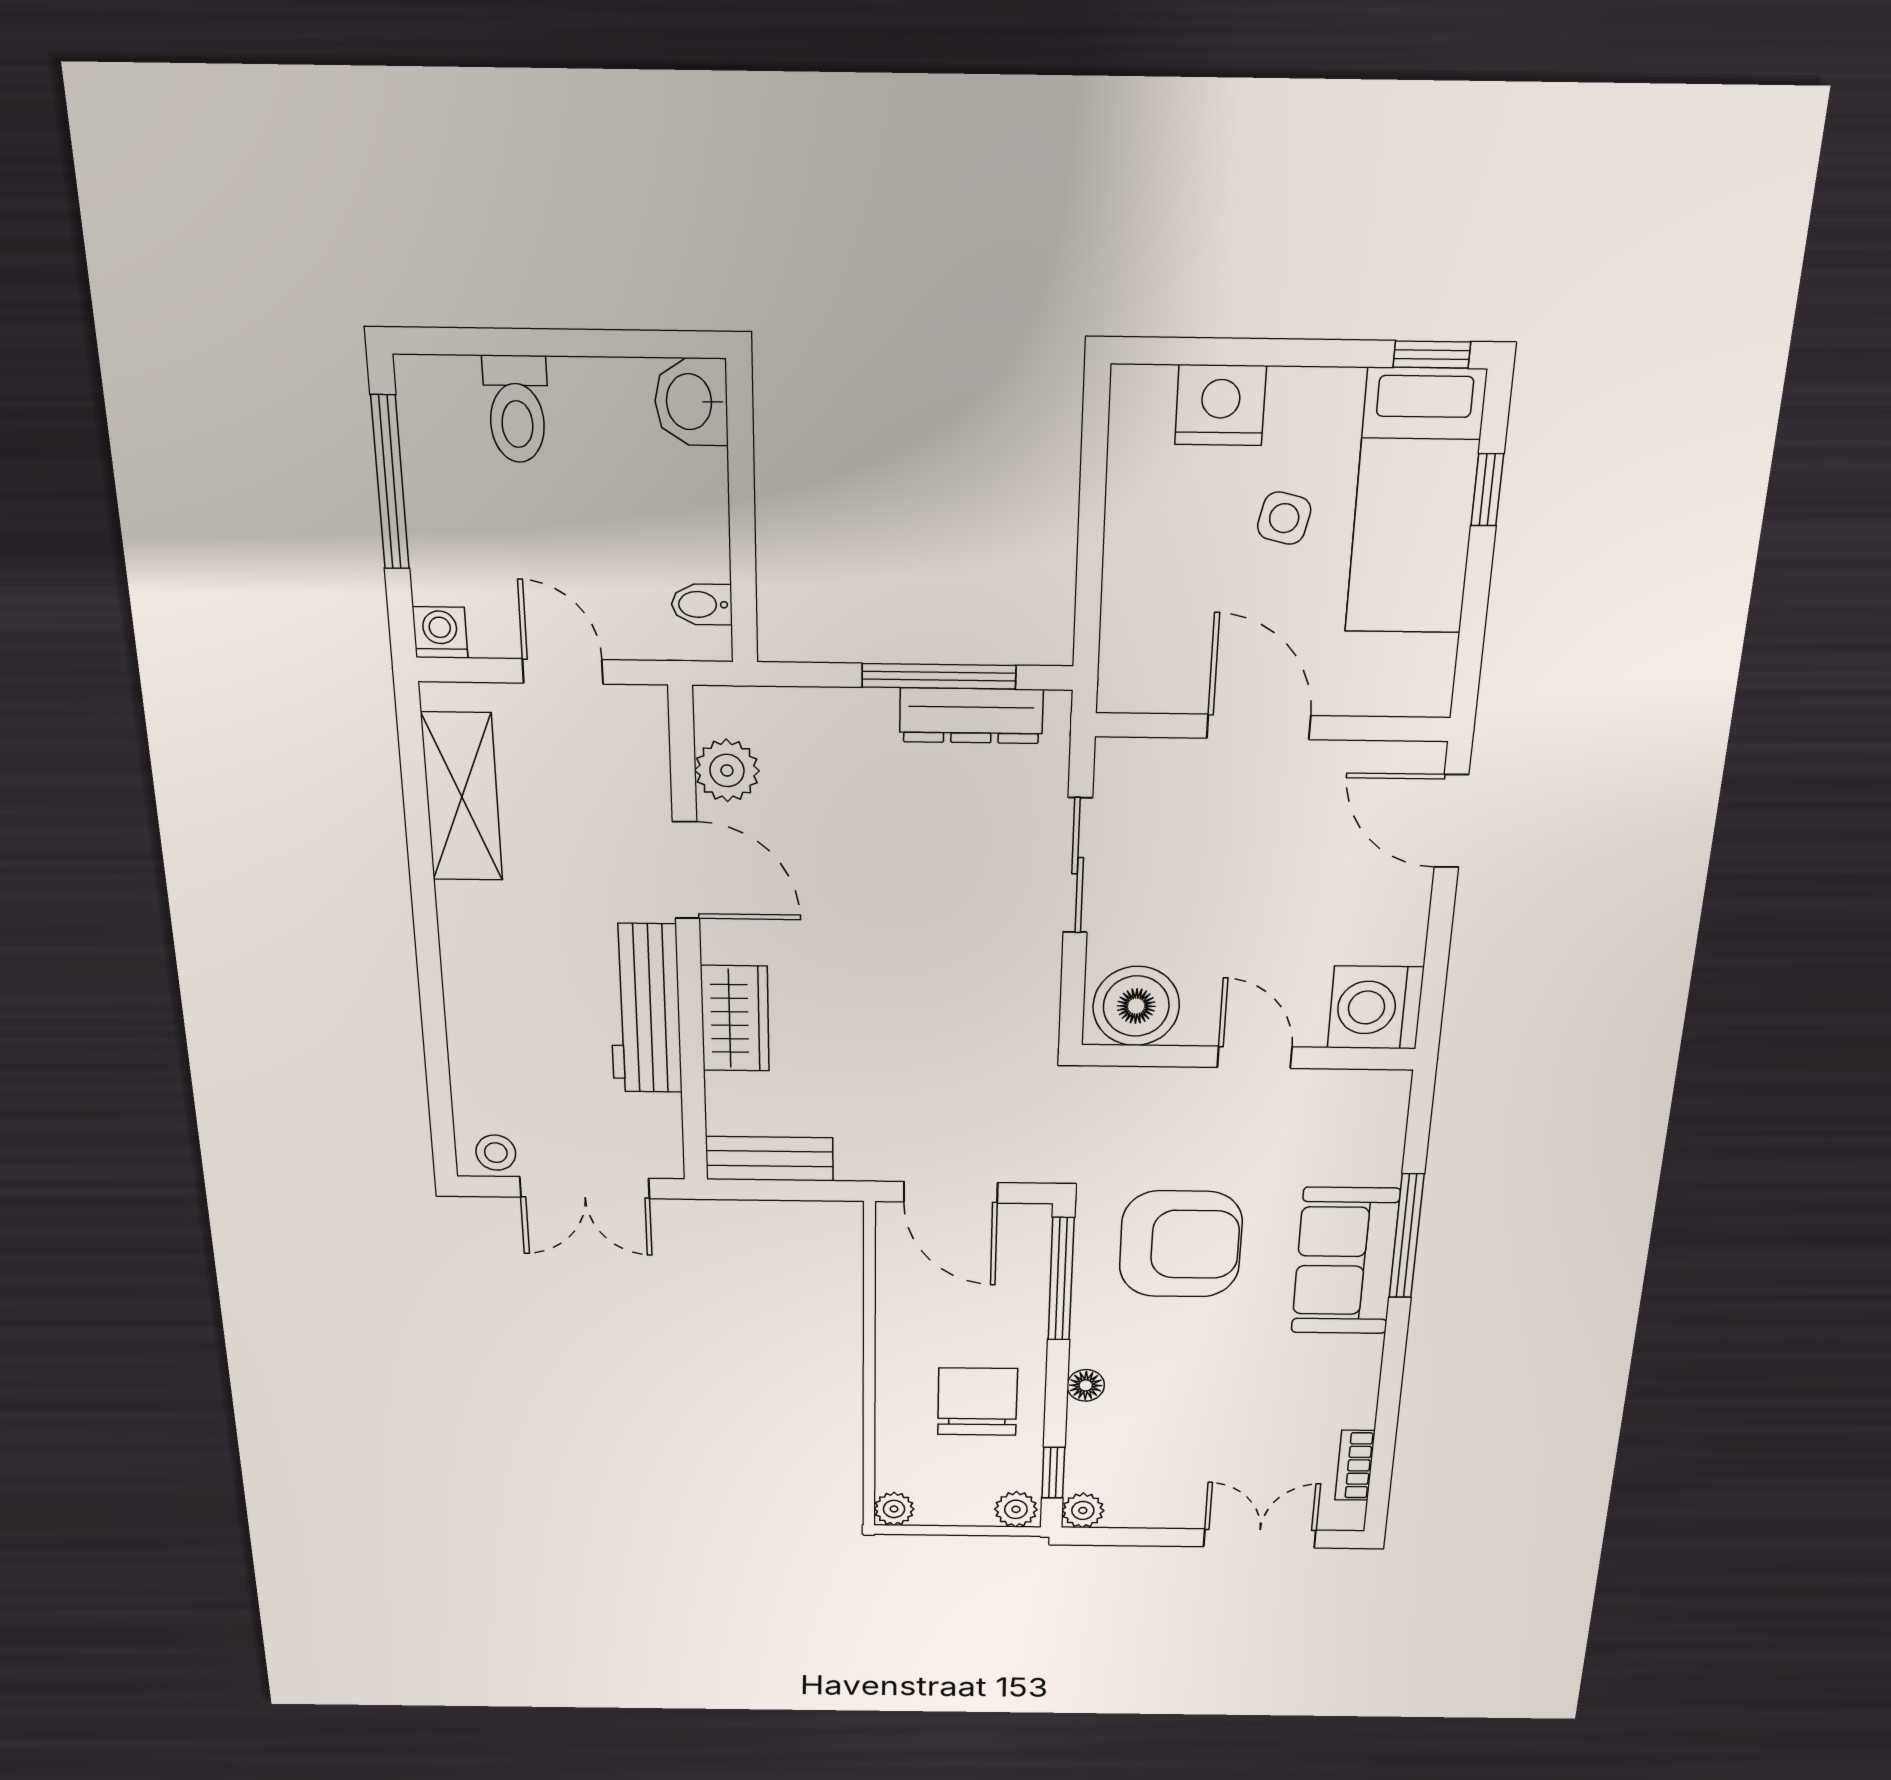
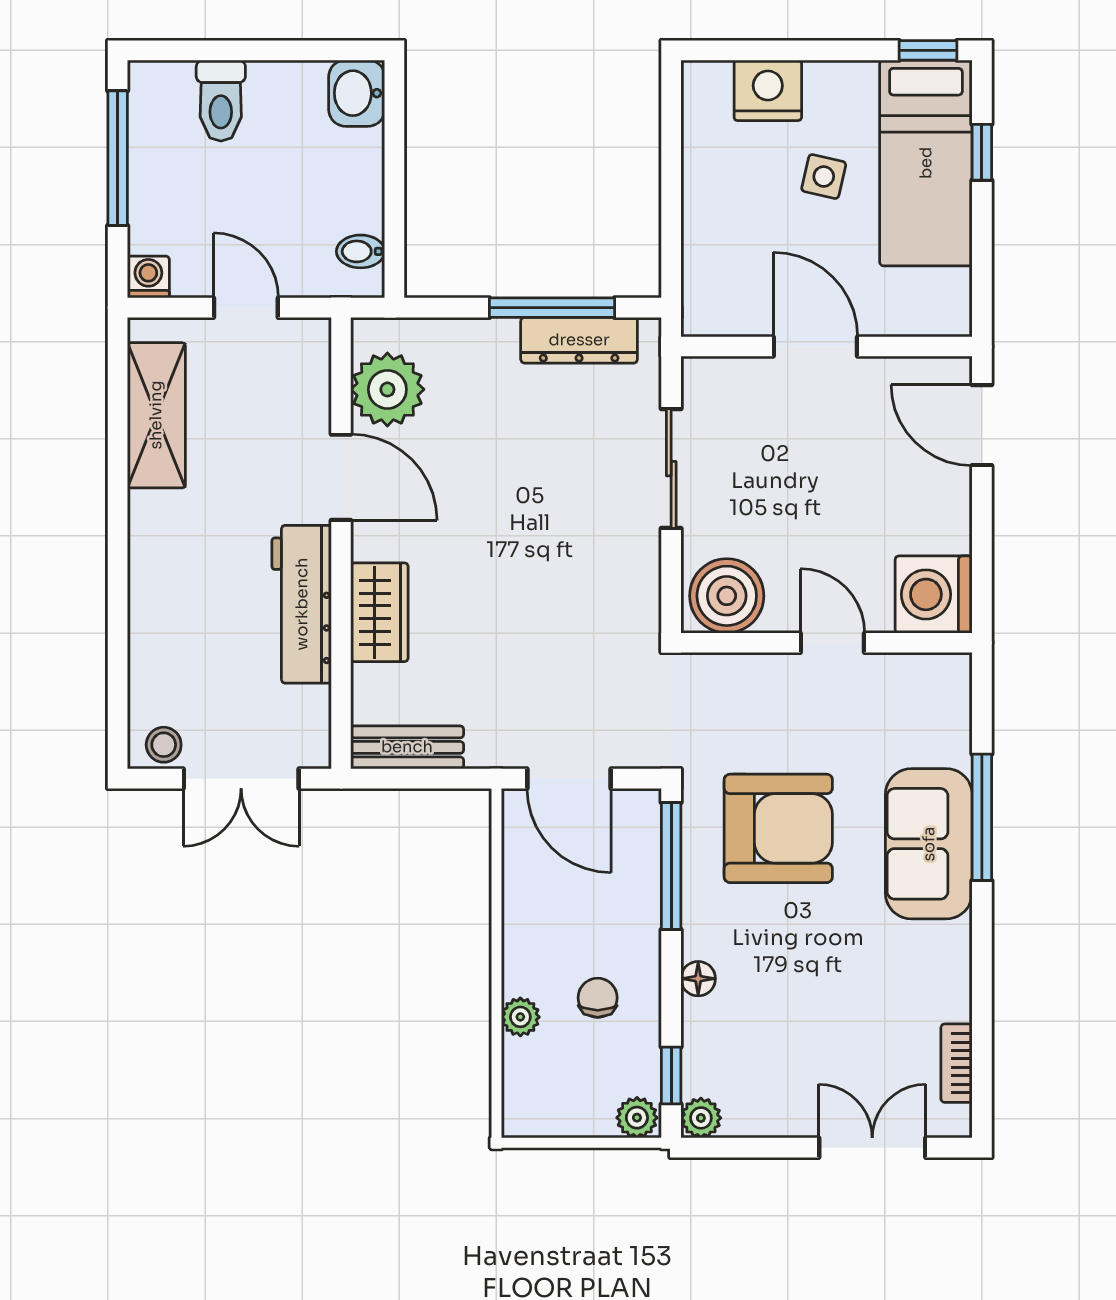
plant: (727, 770) -> (387, 389), width x1.36, depth x1.36
chair: (977, 1402) -> (598, 998), width x0.54, depth x0.54
plant: (894, 1509) -> (520, 1017), moved

